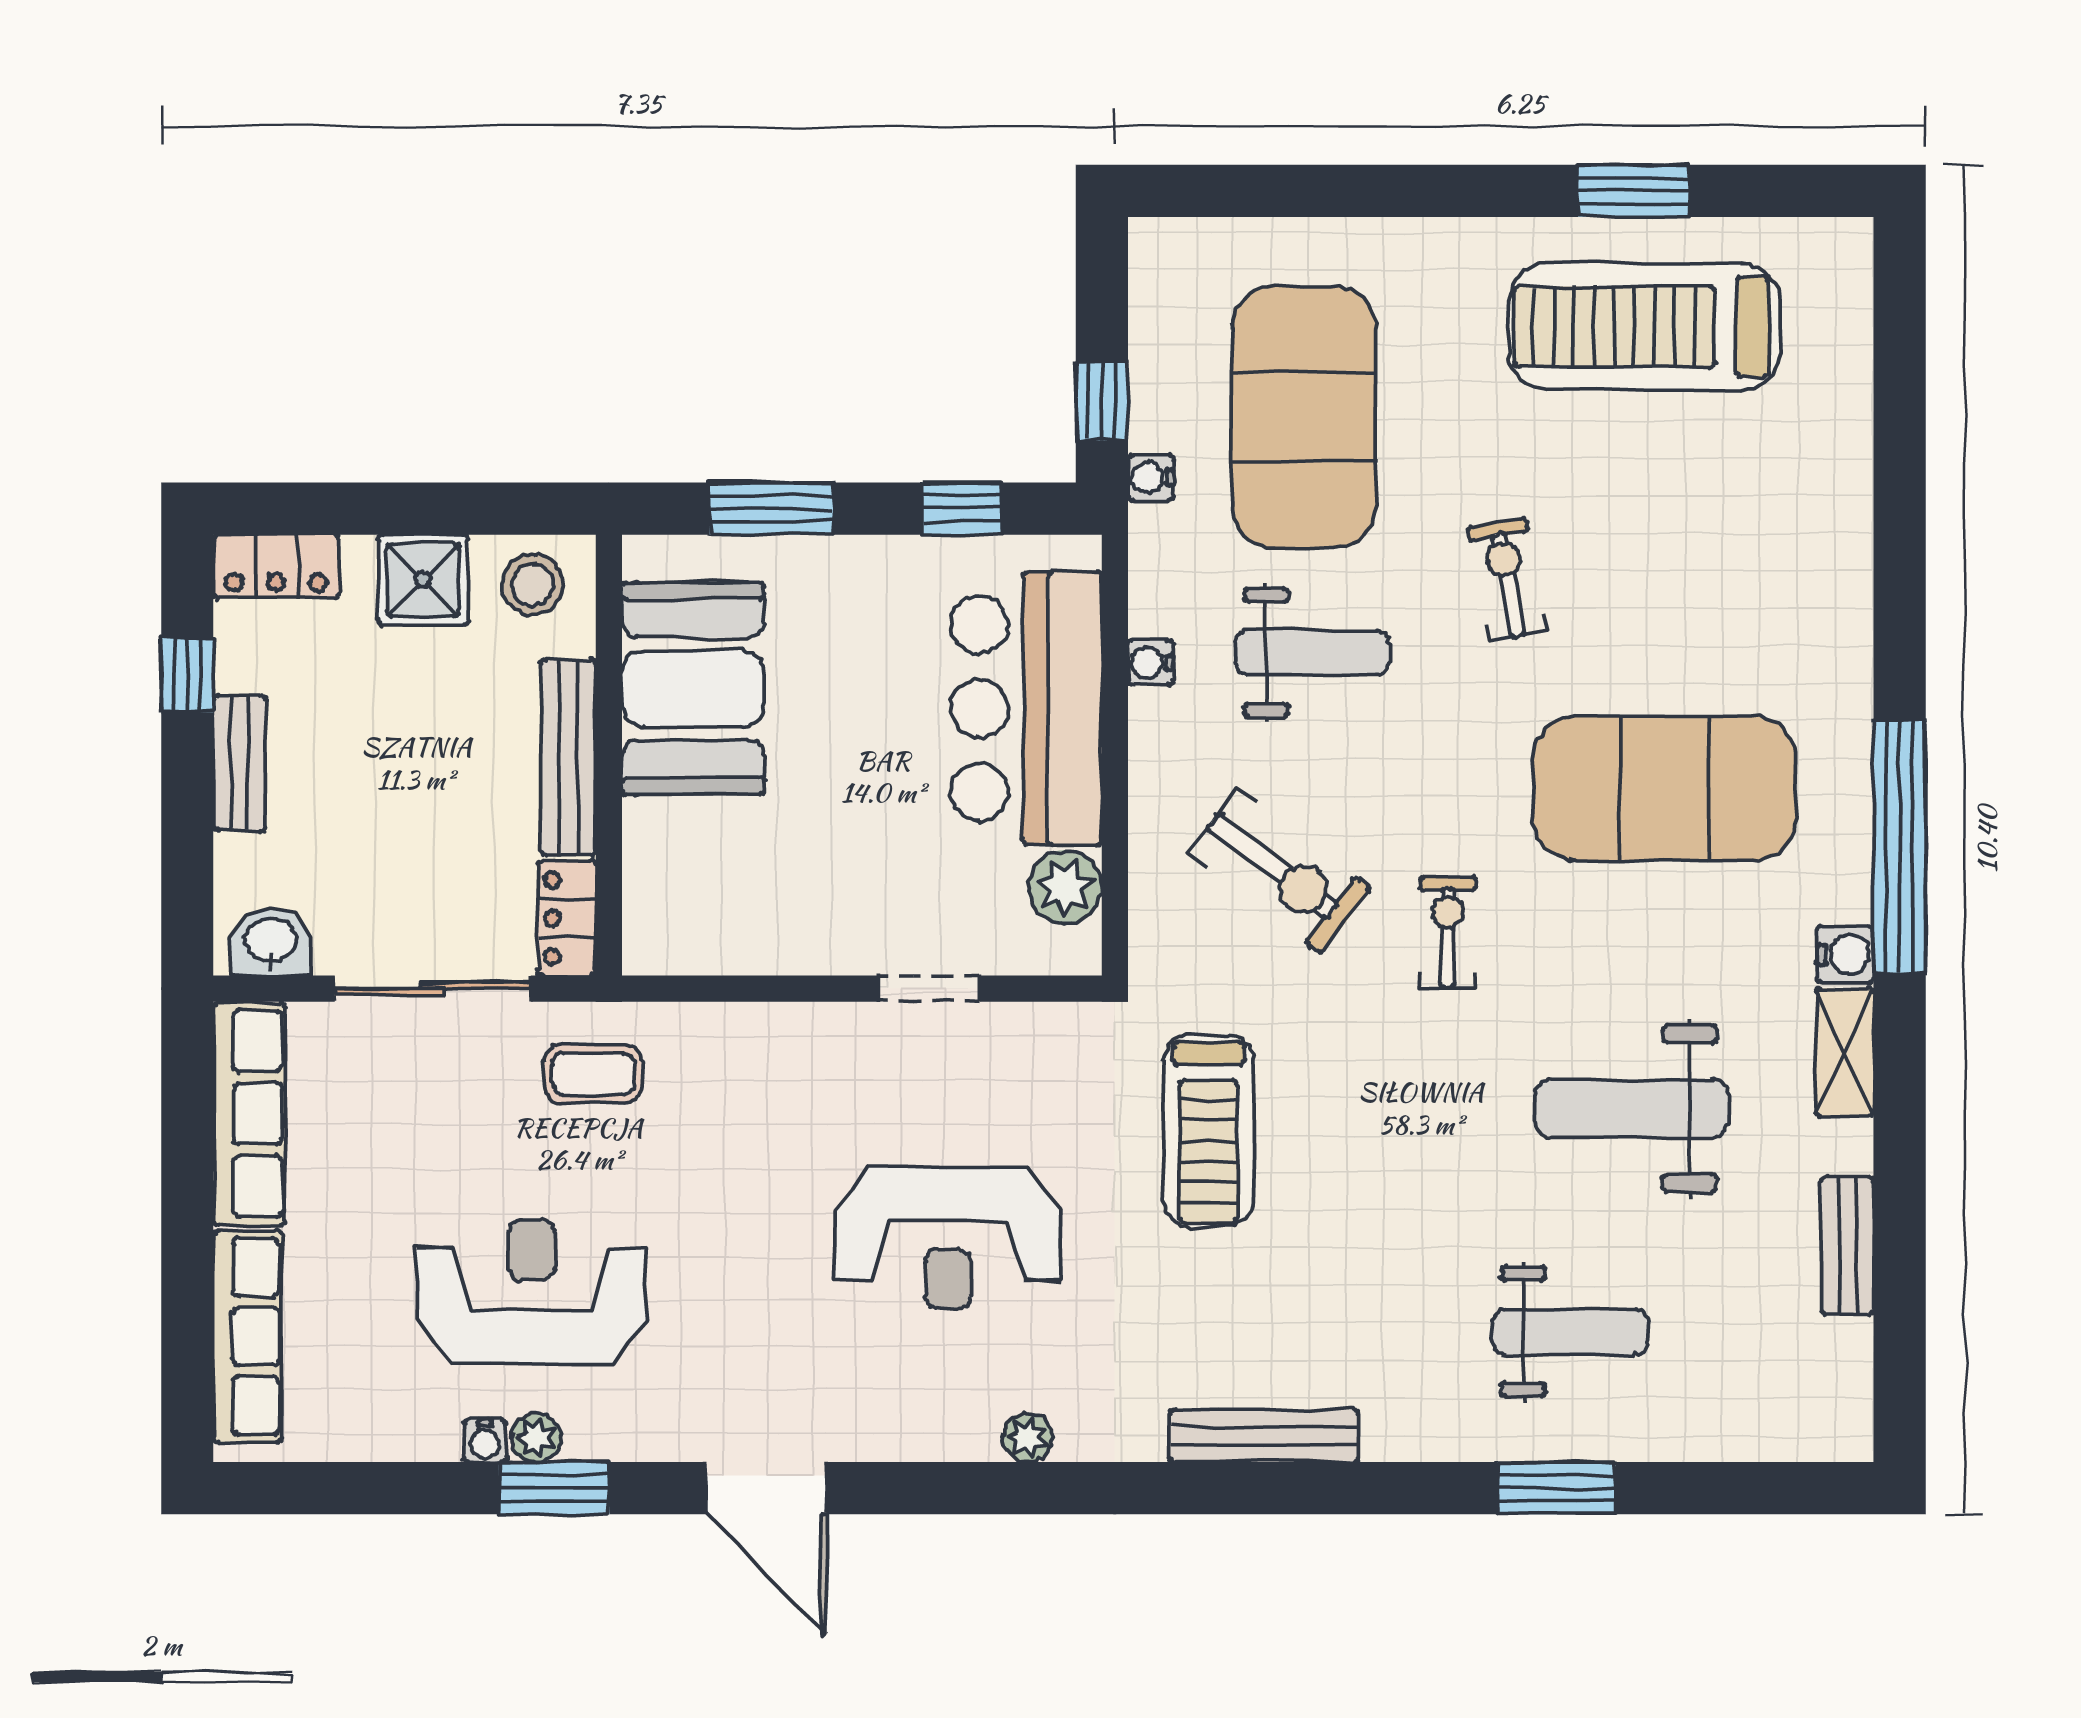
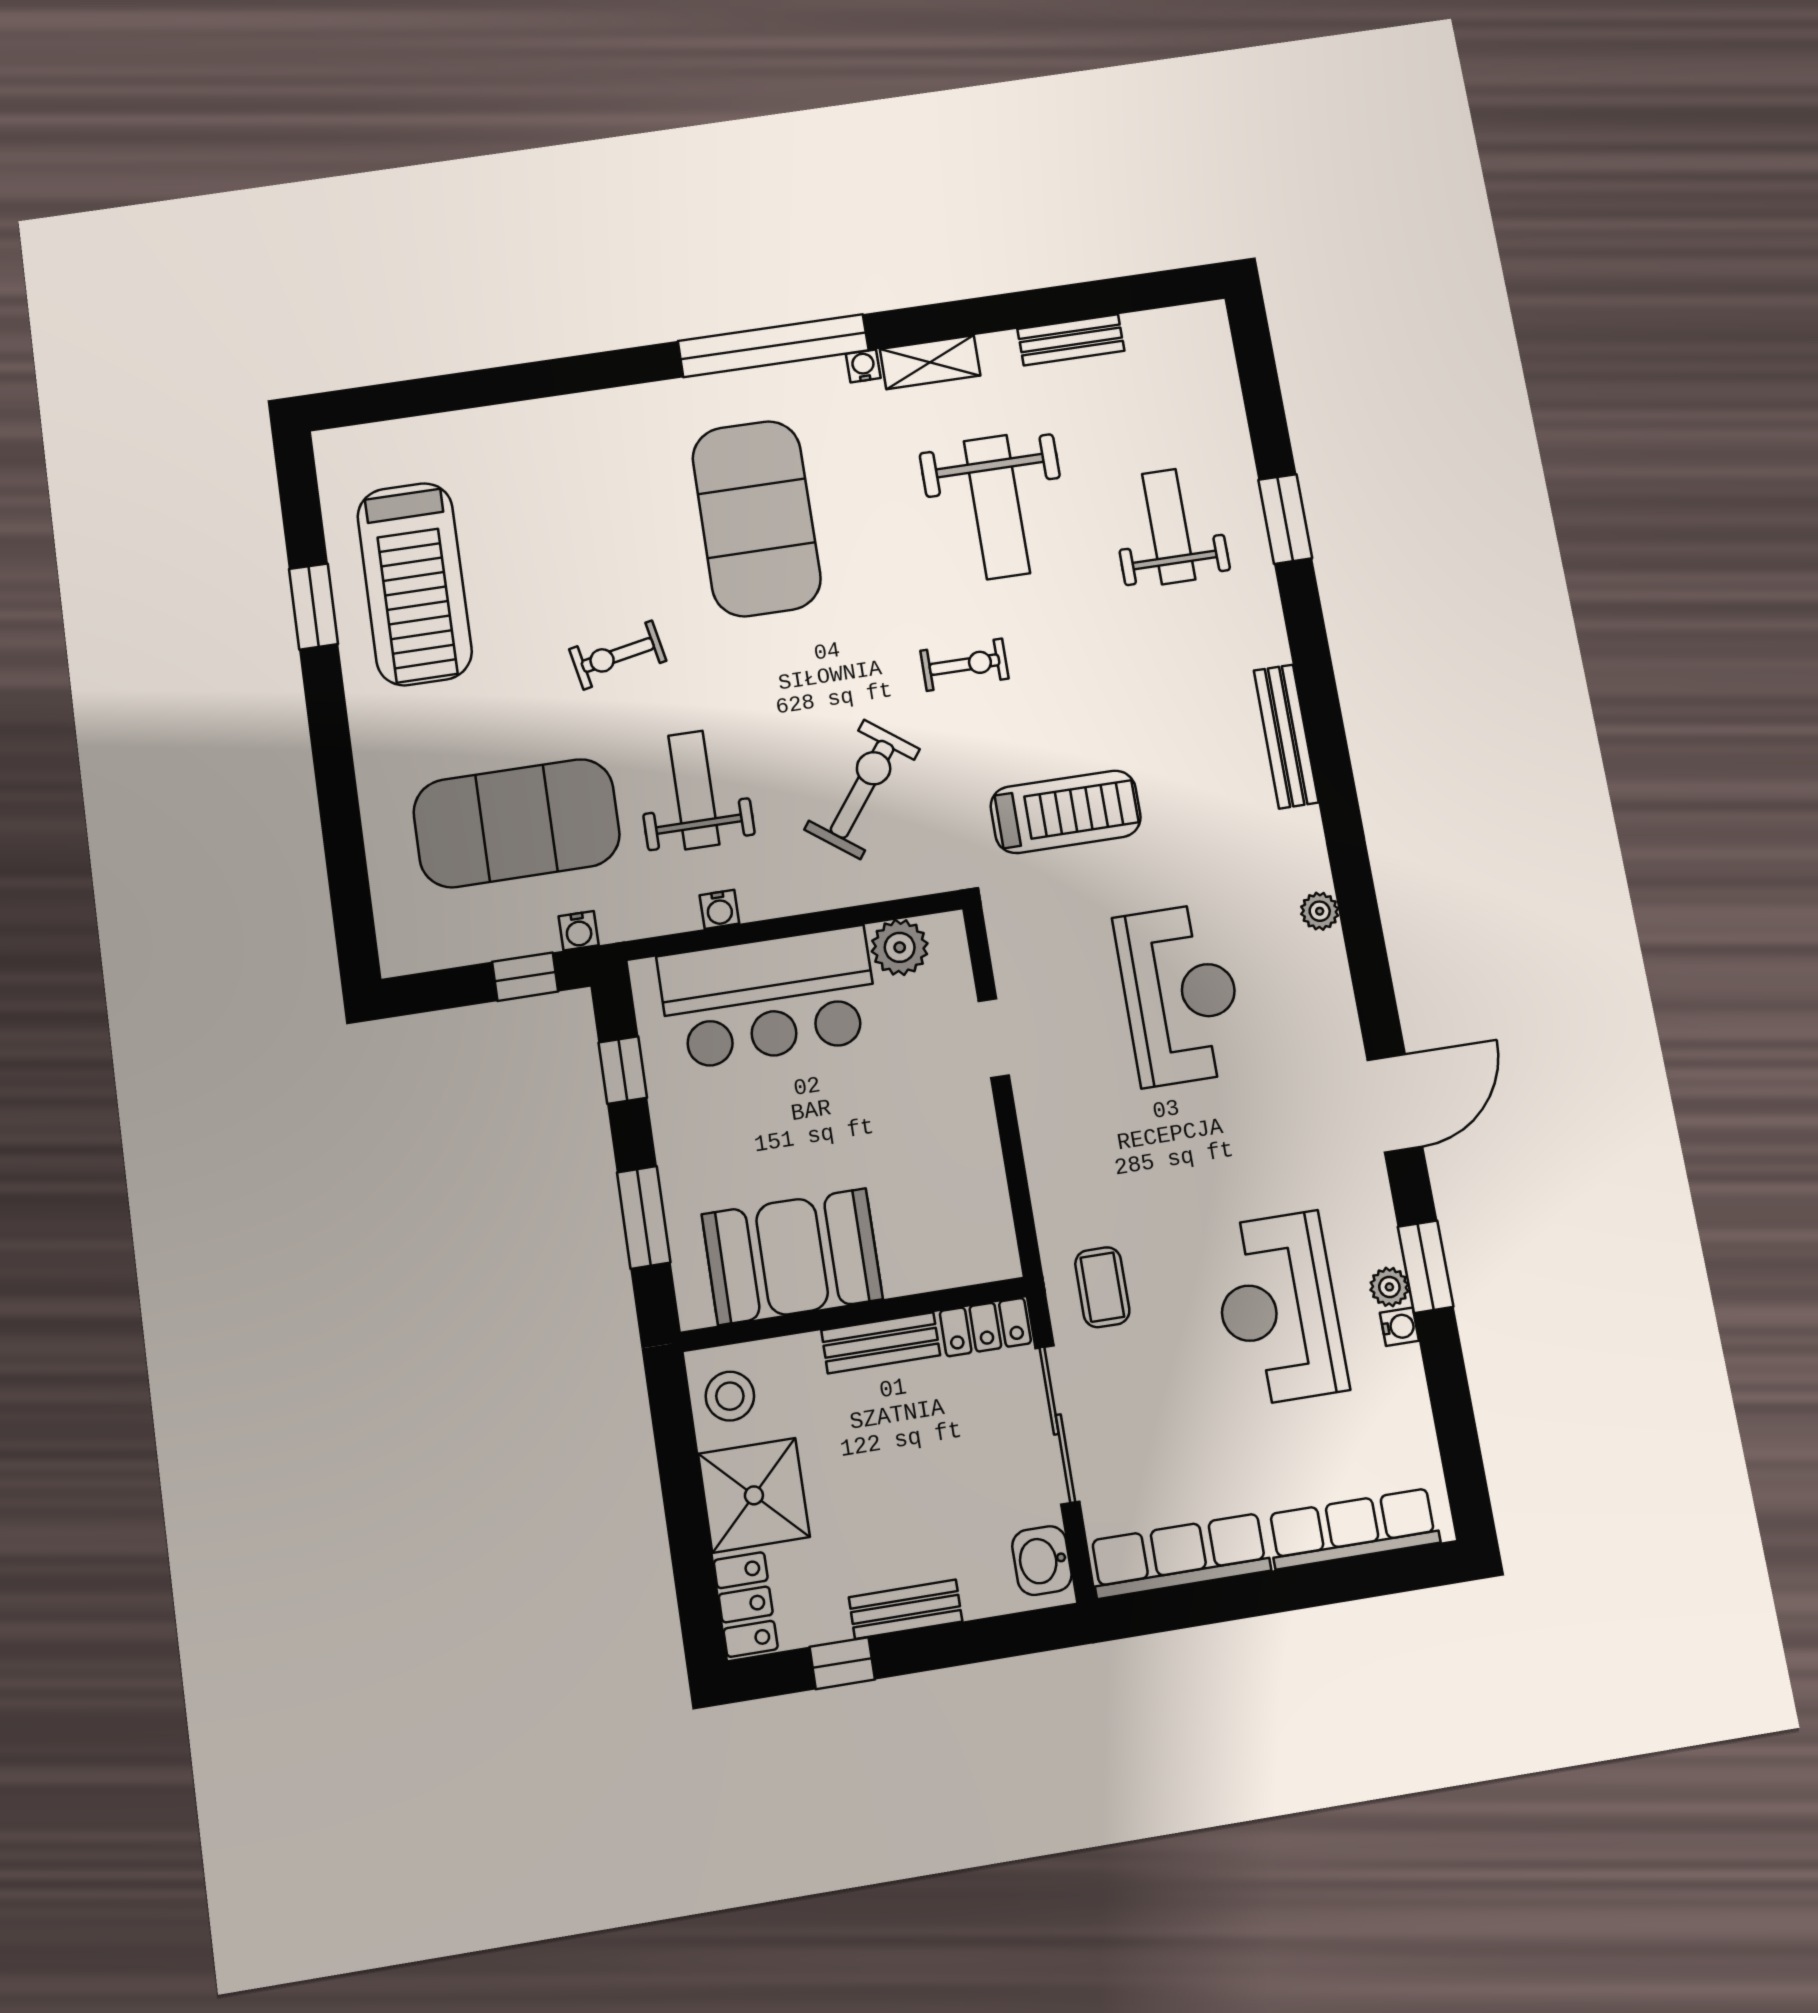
shower: (423, 580) -> (754, 1495), width x1.36, depth x1.36
bench: (568, 757) -> (881, 1343), width x0.73
exercise bike: (1448, 932) -> (964, 665), moved, turned 180
water cooler: (1845, 954) -> (863, 366), width x0.72, depth x0.72

